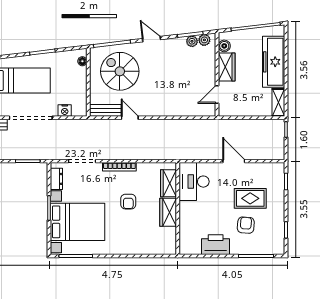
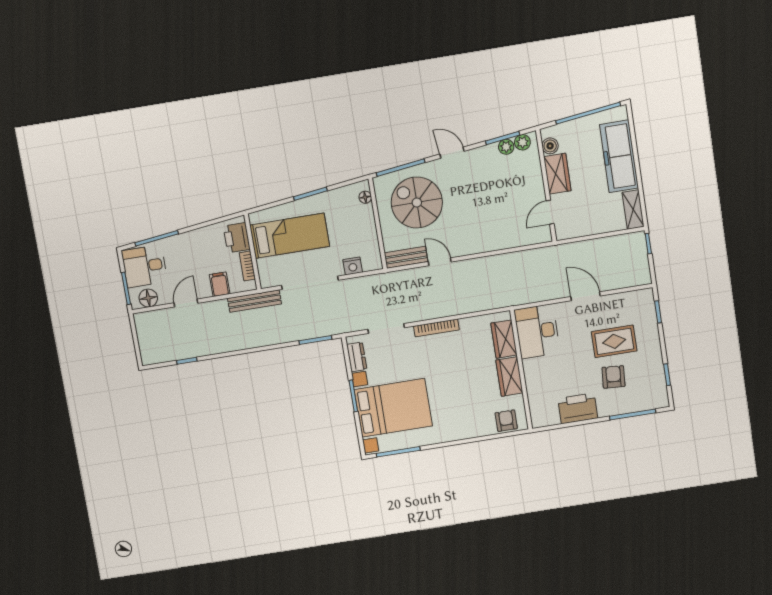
armchair: (128, 202) -> (506, 421), moved, turned 180

